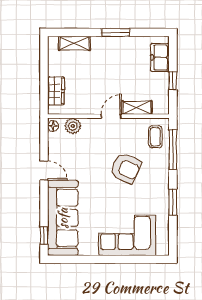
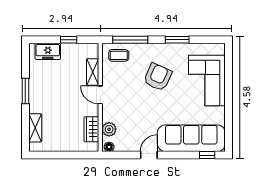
wardrobe: (56, 91) -> (91, 129), moved, turned -90
armchair: (126, 168) -> (158, 77), moved

